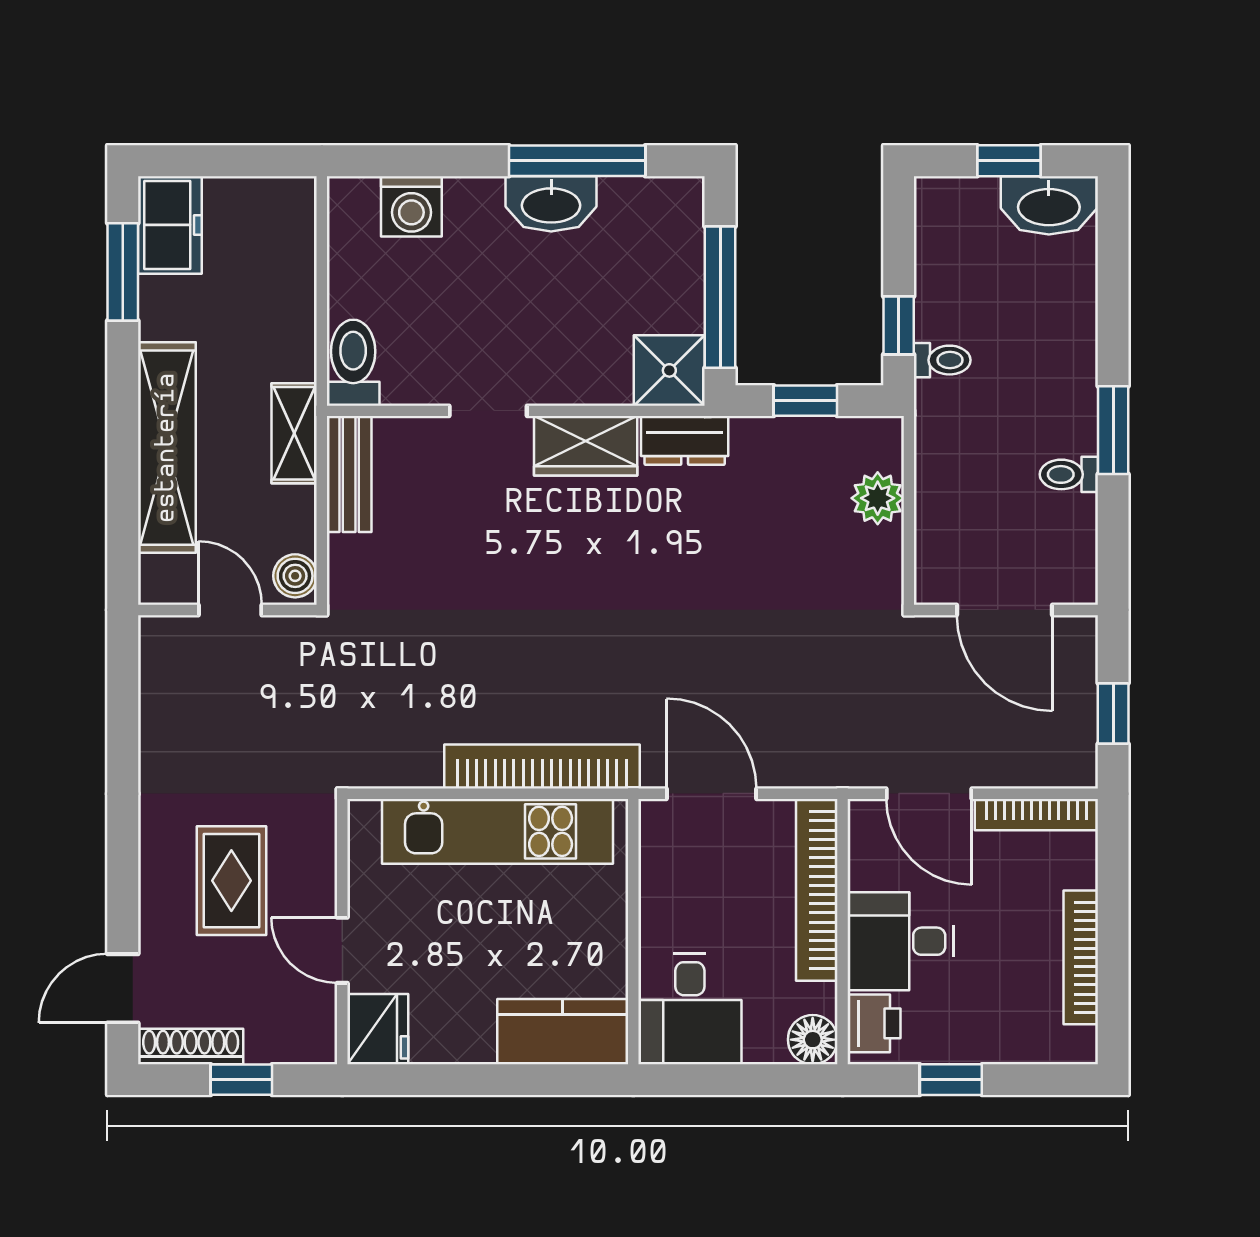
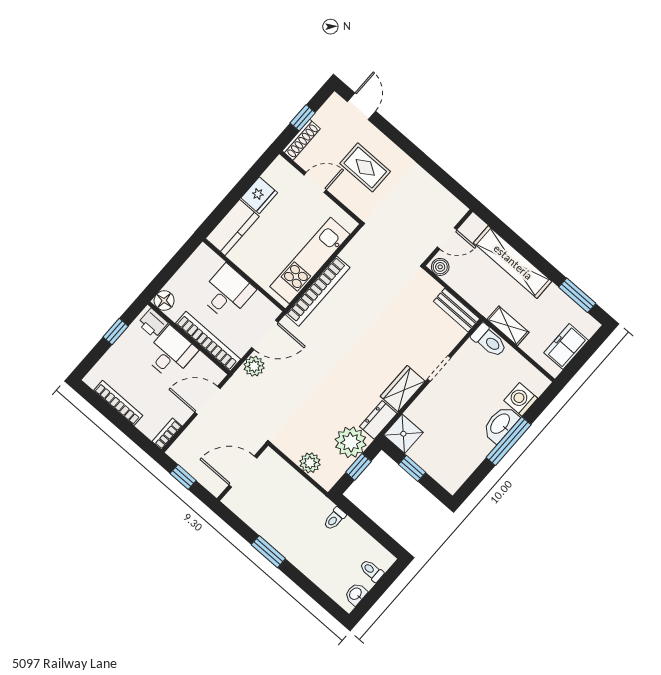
window: (577, 161) -> (509, 441), moved
window: (1009, 161) -> (377, 591), removed
washbasin: (551, 204) -> (501, 424), moved
washbasin: (1049, 205) -> (356, 594), width x0.52, depth x0.69
freezer: (170, 225) -> (566, 347), moved, turned 90
window: (720, 297) -> (412, 468), width x0.46
window: (899, 325) -> (356, 515), removed
shelving: (294, 433) -> (508, 326), moved
plant: (772, 456) -> (351, 442), added
toilet: (1069, 474) -> (372, 571), moved, turned -90
plant: (788, 762) -> (254, 366), added
bookcase: (1036, 815) -> (167, 434), width x0.64
desk: (690, 1009) -> (227, 292), moved, turned 90
fridge: (378, 1029) -> (259, 195), moved, turned -90
shoe rack: (191, 1046) -> (301, 140), moved

